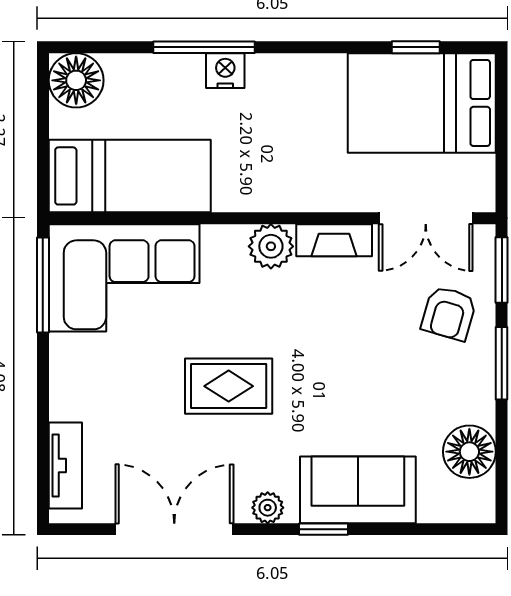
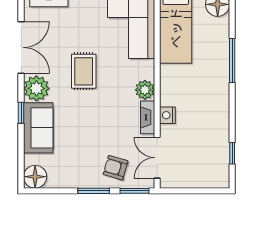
nightstand: (225, 71) -> (167, 115), moved, turned 180
bed: (422, 103) -> (208, 156), removed
floor lamp: (469, 452) -> (35, 177), moved
plant: (268, 508) -> (36, 88), width x1.88, depth x1.88

